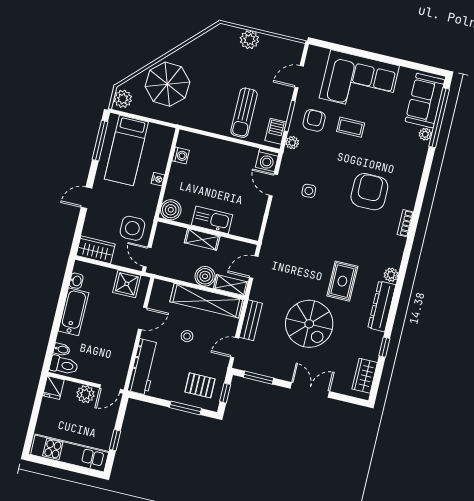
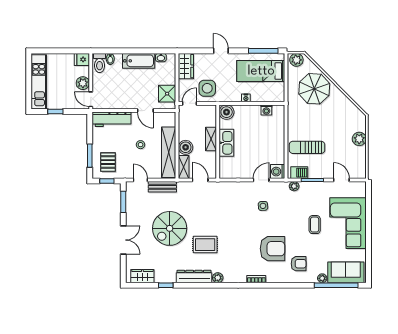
armchair: (314, 120) -> (299, 264), moved

